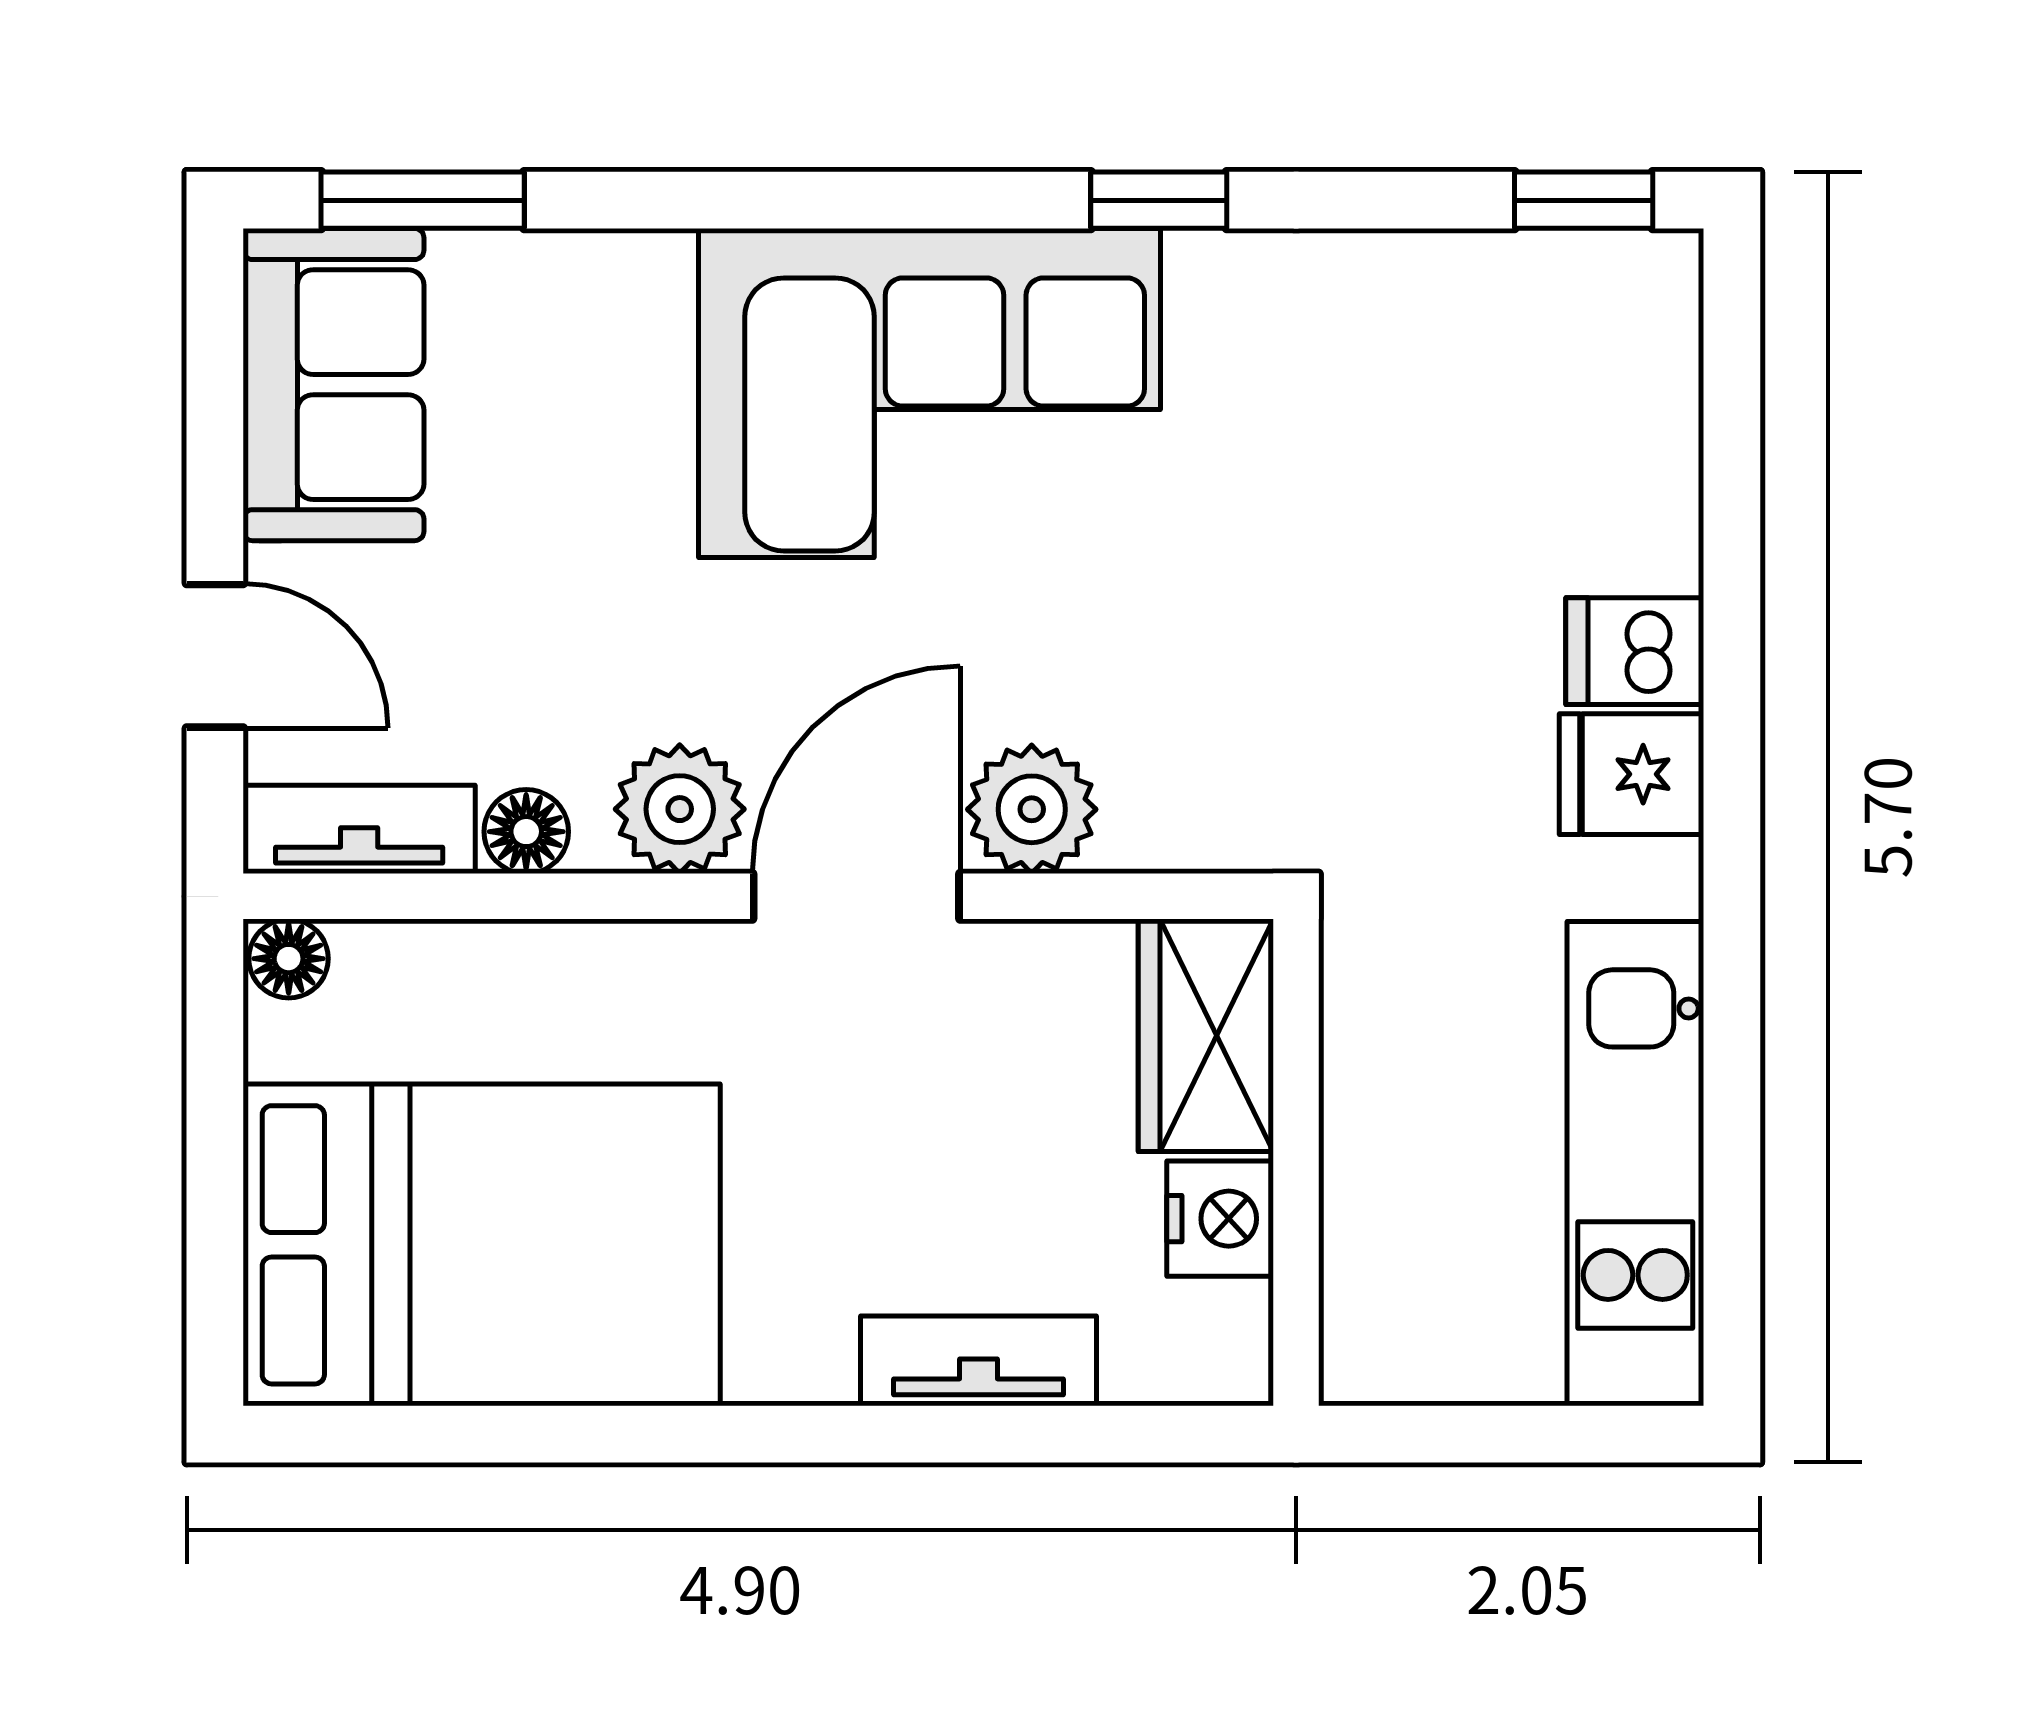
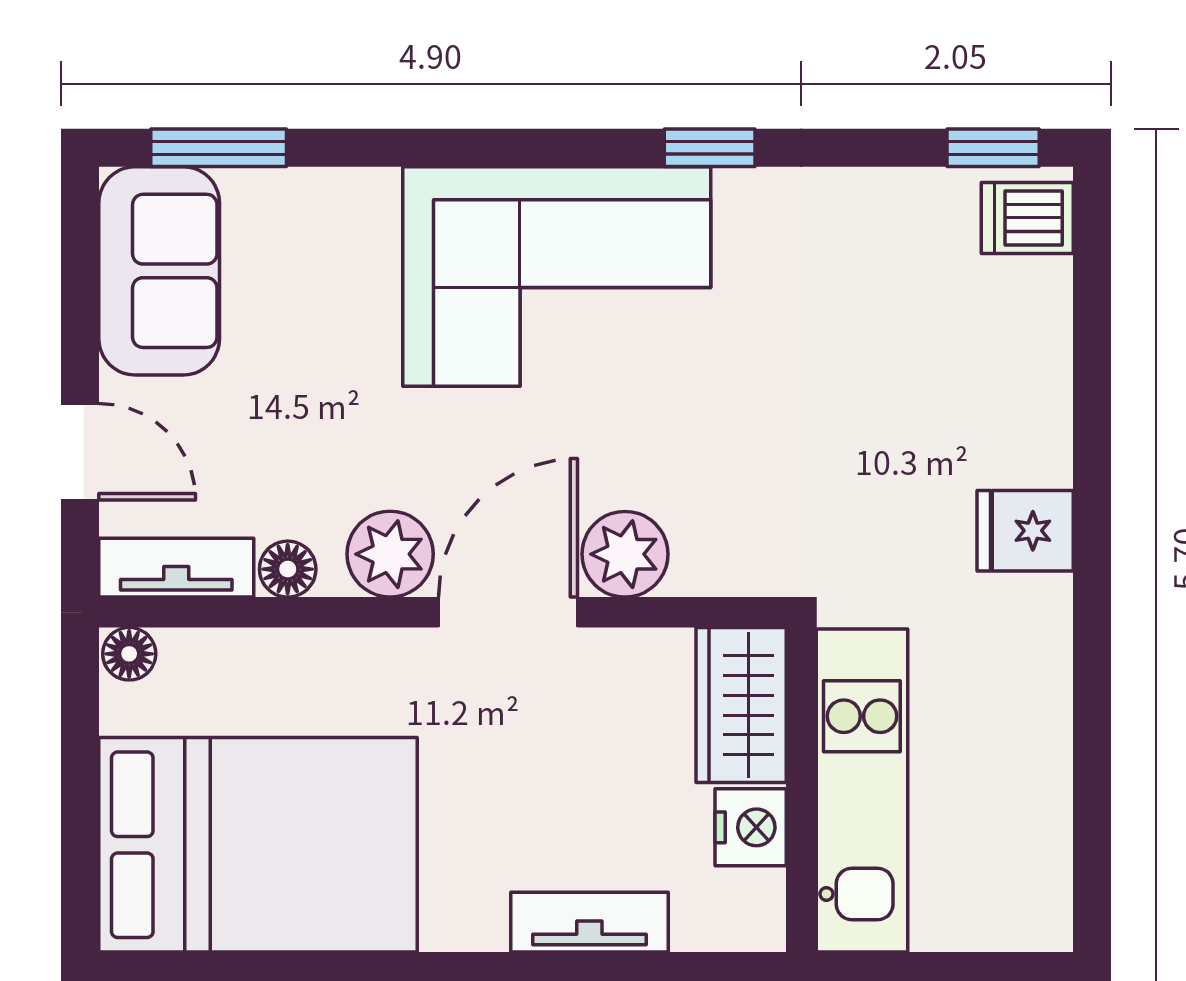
dishwasher: (1635, 651) -> (1027, 218), moved
kitchen unit: (1635, 1164) -> (862, 791), moved, turned 180

